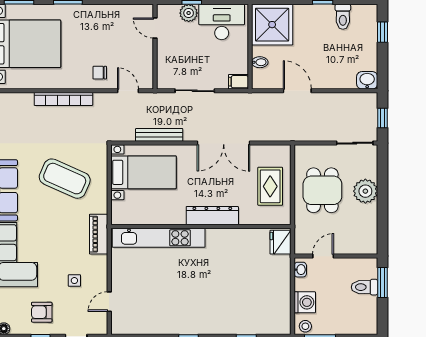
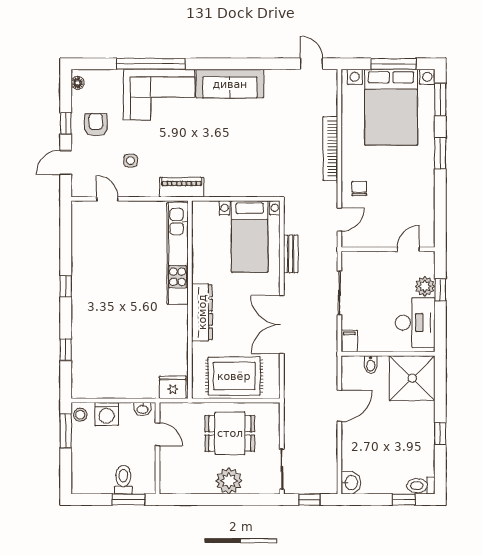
toilet: (343, 17) -> (421, 486), moved
bench: (159, 135) -> (291, 254), width x0.73
coffee table: (65, 179) -> (243, 150), removed
rug: (270, 186) -> (234, 376), width x1.36, depth x1.43

